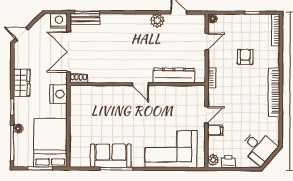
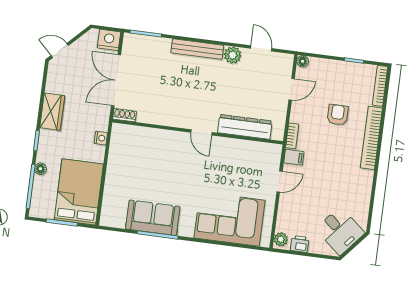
bench: (85, 19) -> (197, 49), moved, width x1.36
bookcase: (274, 92) -> (371, 138), moved
nightstand: (59, 94) -> (101, 138), width x0.53, depth x0.56
filing cabinet: (215, 130) -> (294, 157), moved

